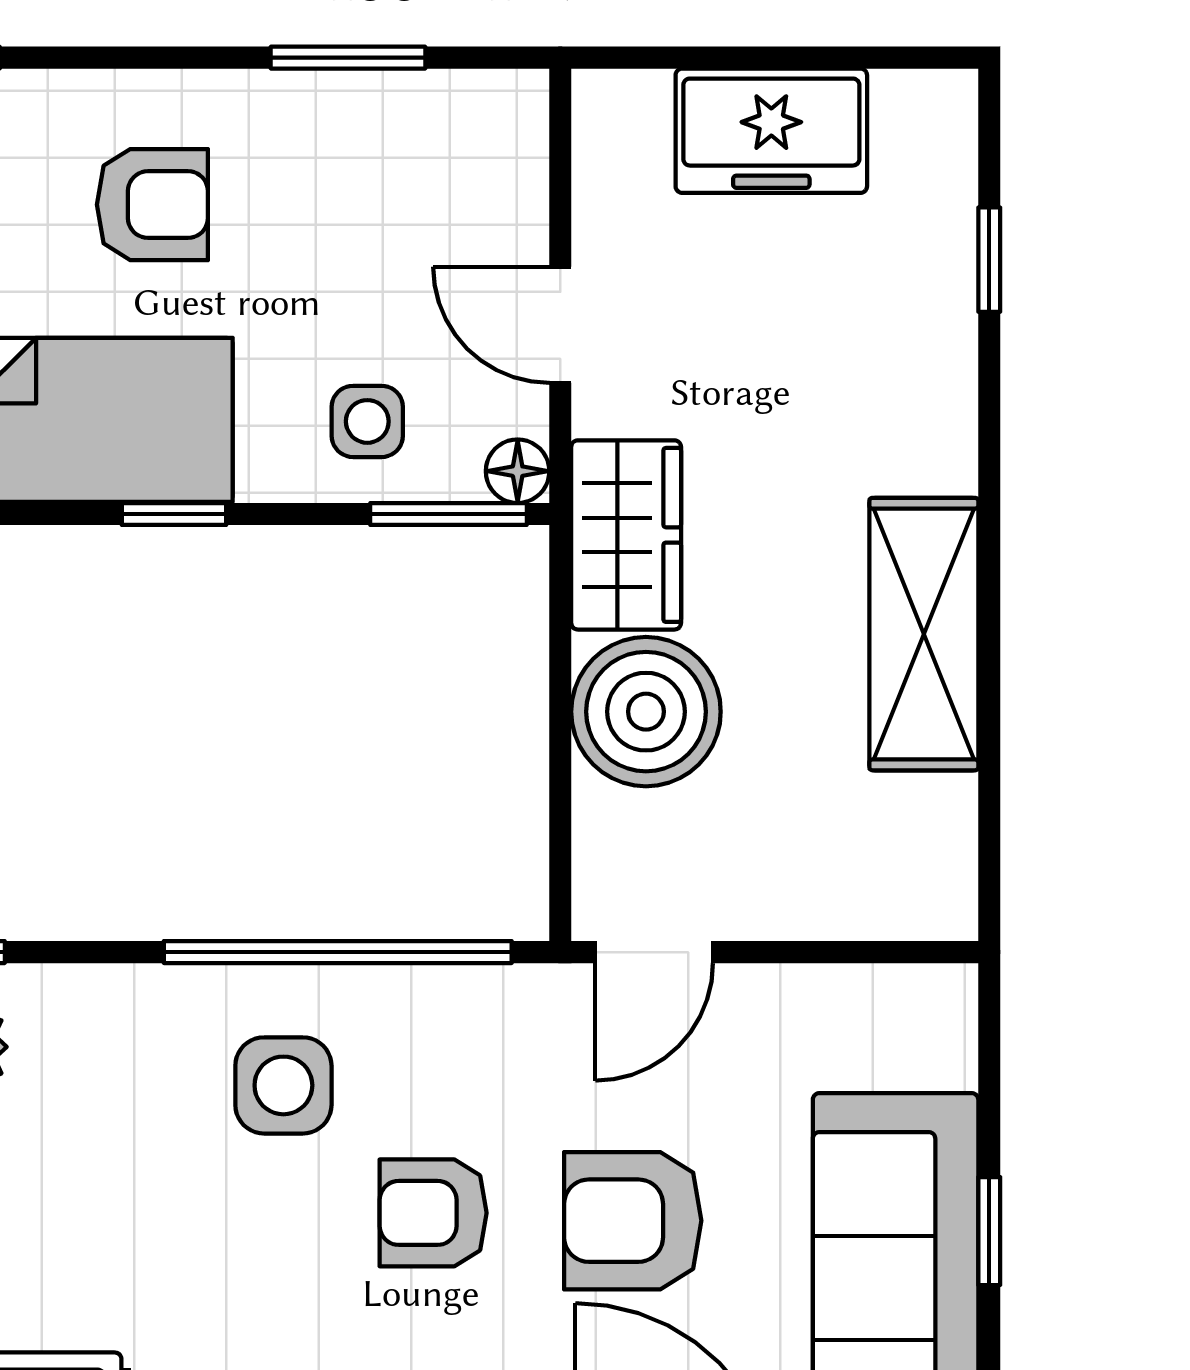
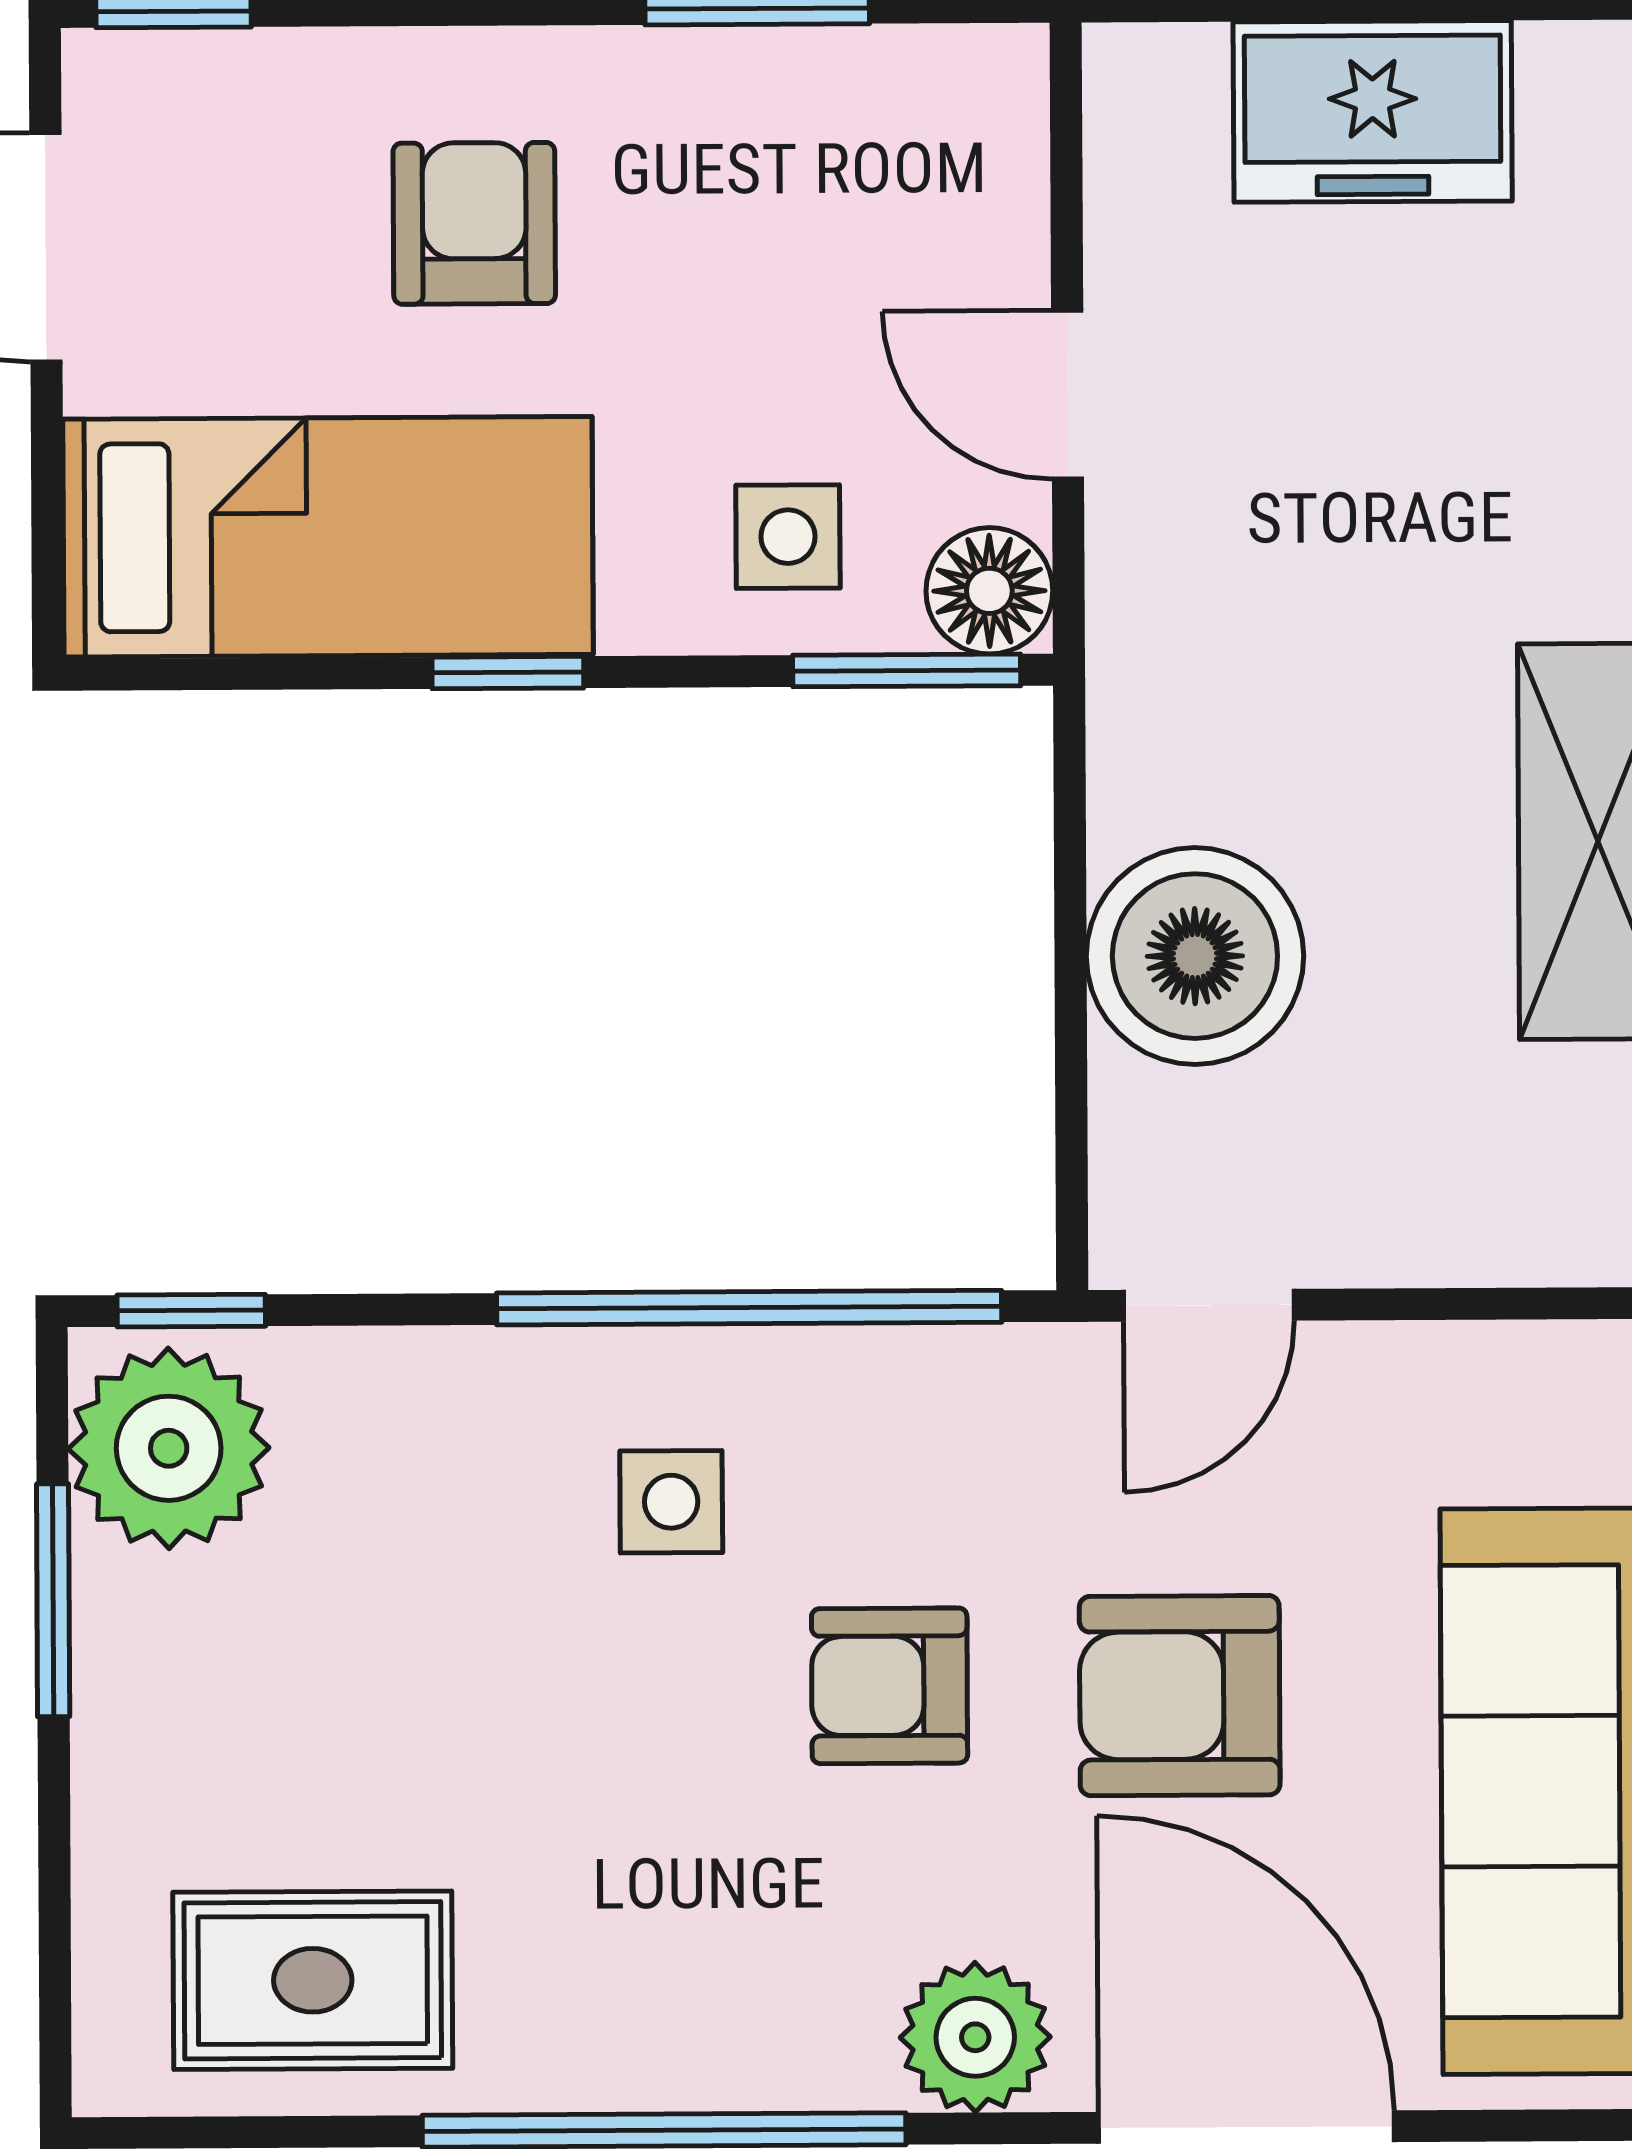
armchair: (152, 205) -> (474, 223), turned -90
floor lamp: (518, 471) -> (989, 591), width x1.37, depth x1.37
wardrobe: (626, 535) -> (1165, 700), removed
side table: (283, 1085) -> (671, 1502), width x0.73, depth x0.73

